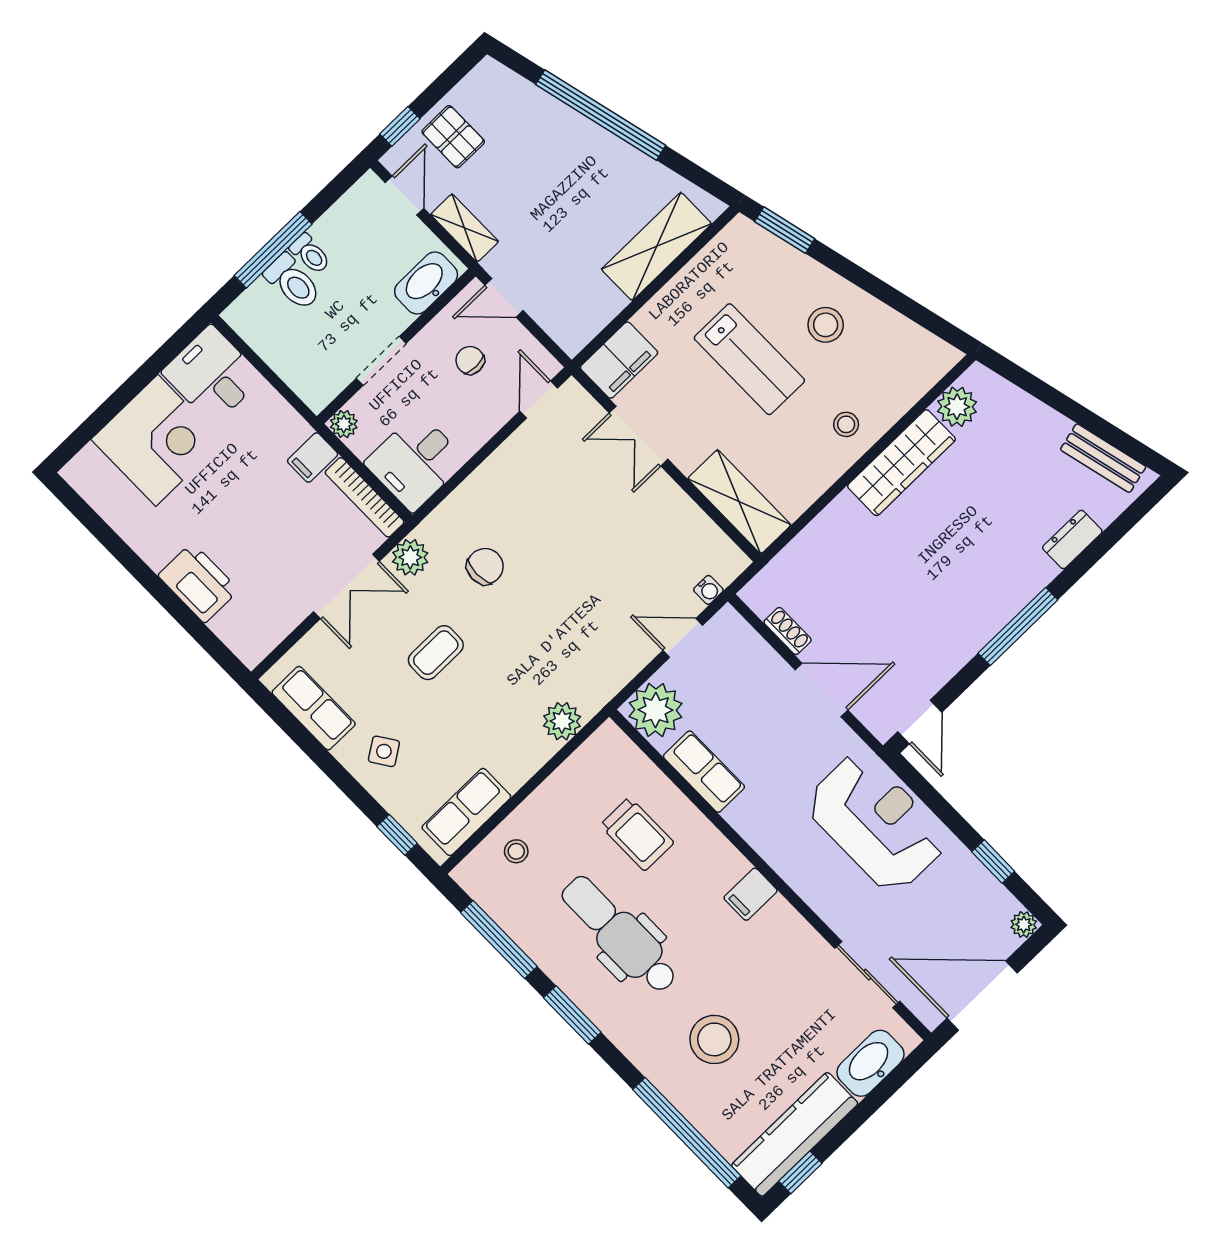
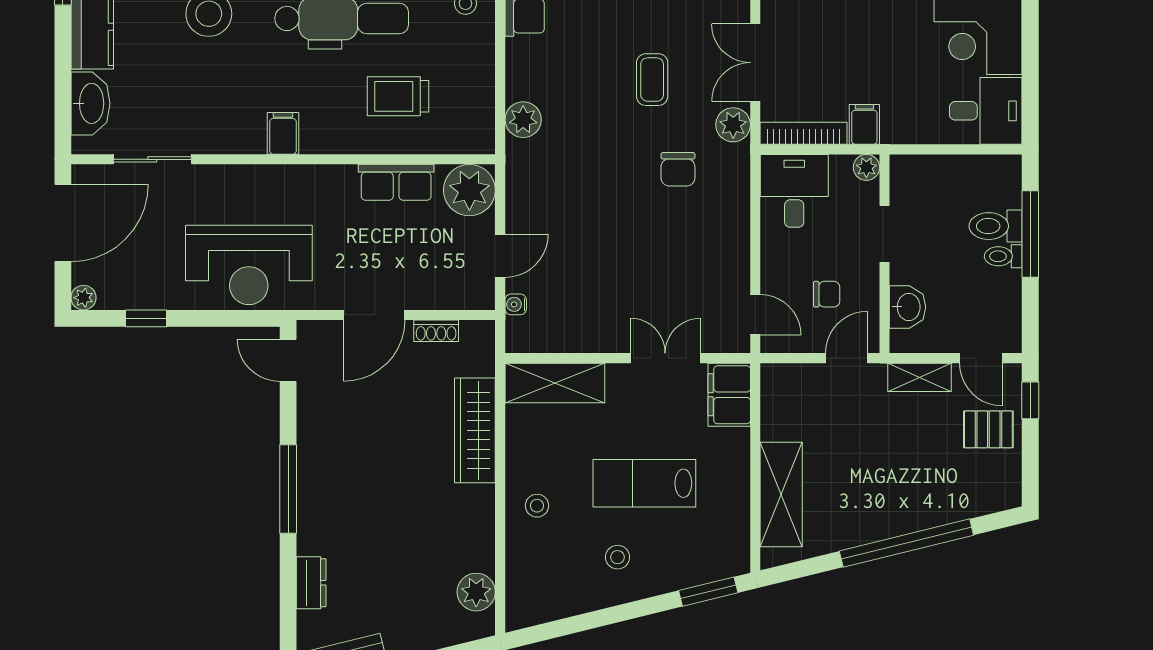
washbasin: (426, 283) -> (908, 307), width x0.72
stool: (826, 325) -> (618, 557), width x0.73, depth x0.73
wardrobe: (901, 463) -> (475, 430), moved

